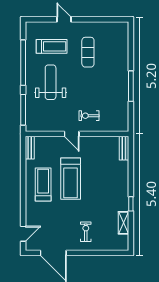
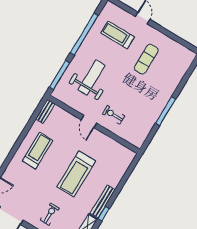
treadmill: (52, 46) -> (118, 35), turned 180
weight bench: (51, 82) -> (92, 78), moved
bench: (124, 148) -> (103, 201), moved, width x1.36
treadmill: (71, 179) -> (76, 174), moved

